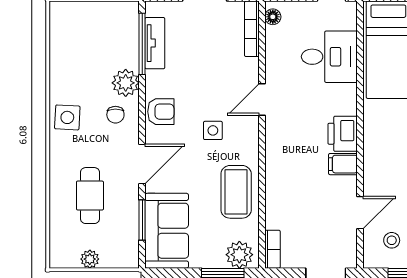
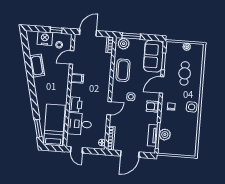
plant: (126, 83) -> (165, 135), moved
printer: (343, 134) -> (75, 104), moved

